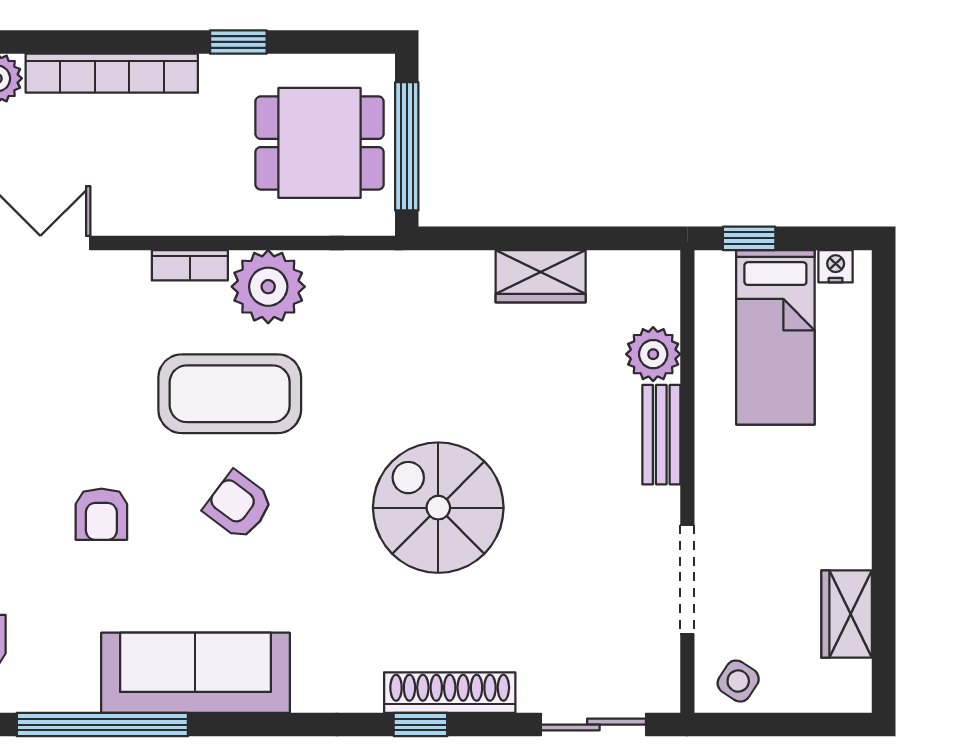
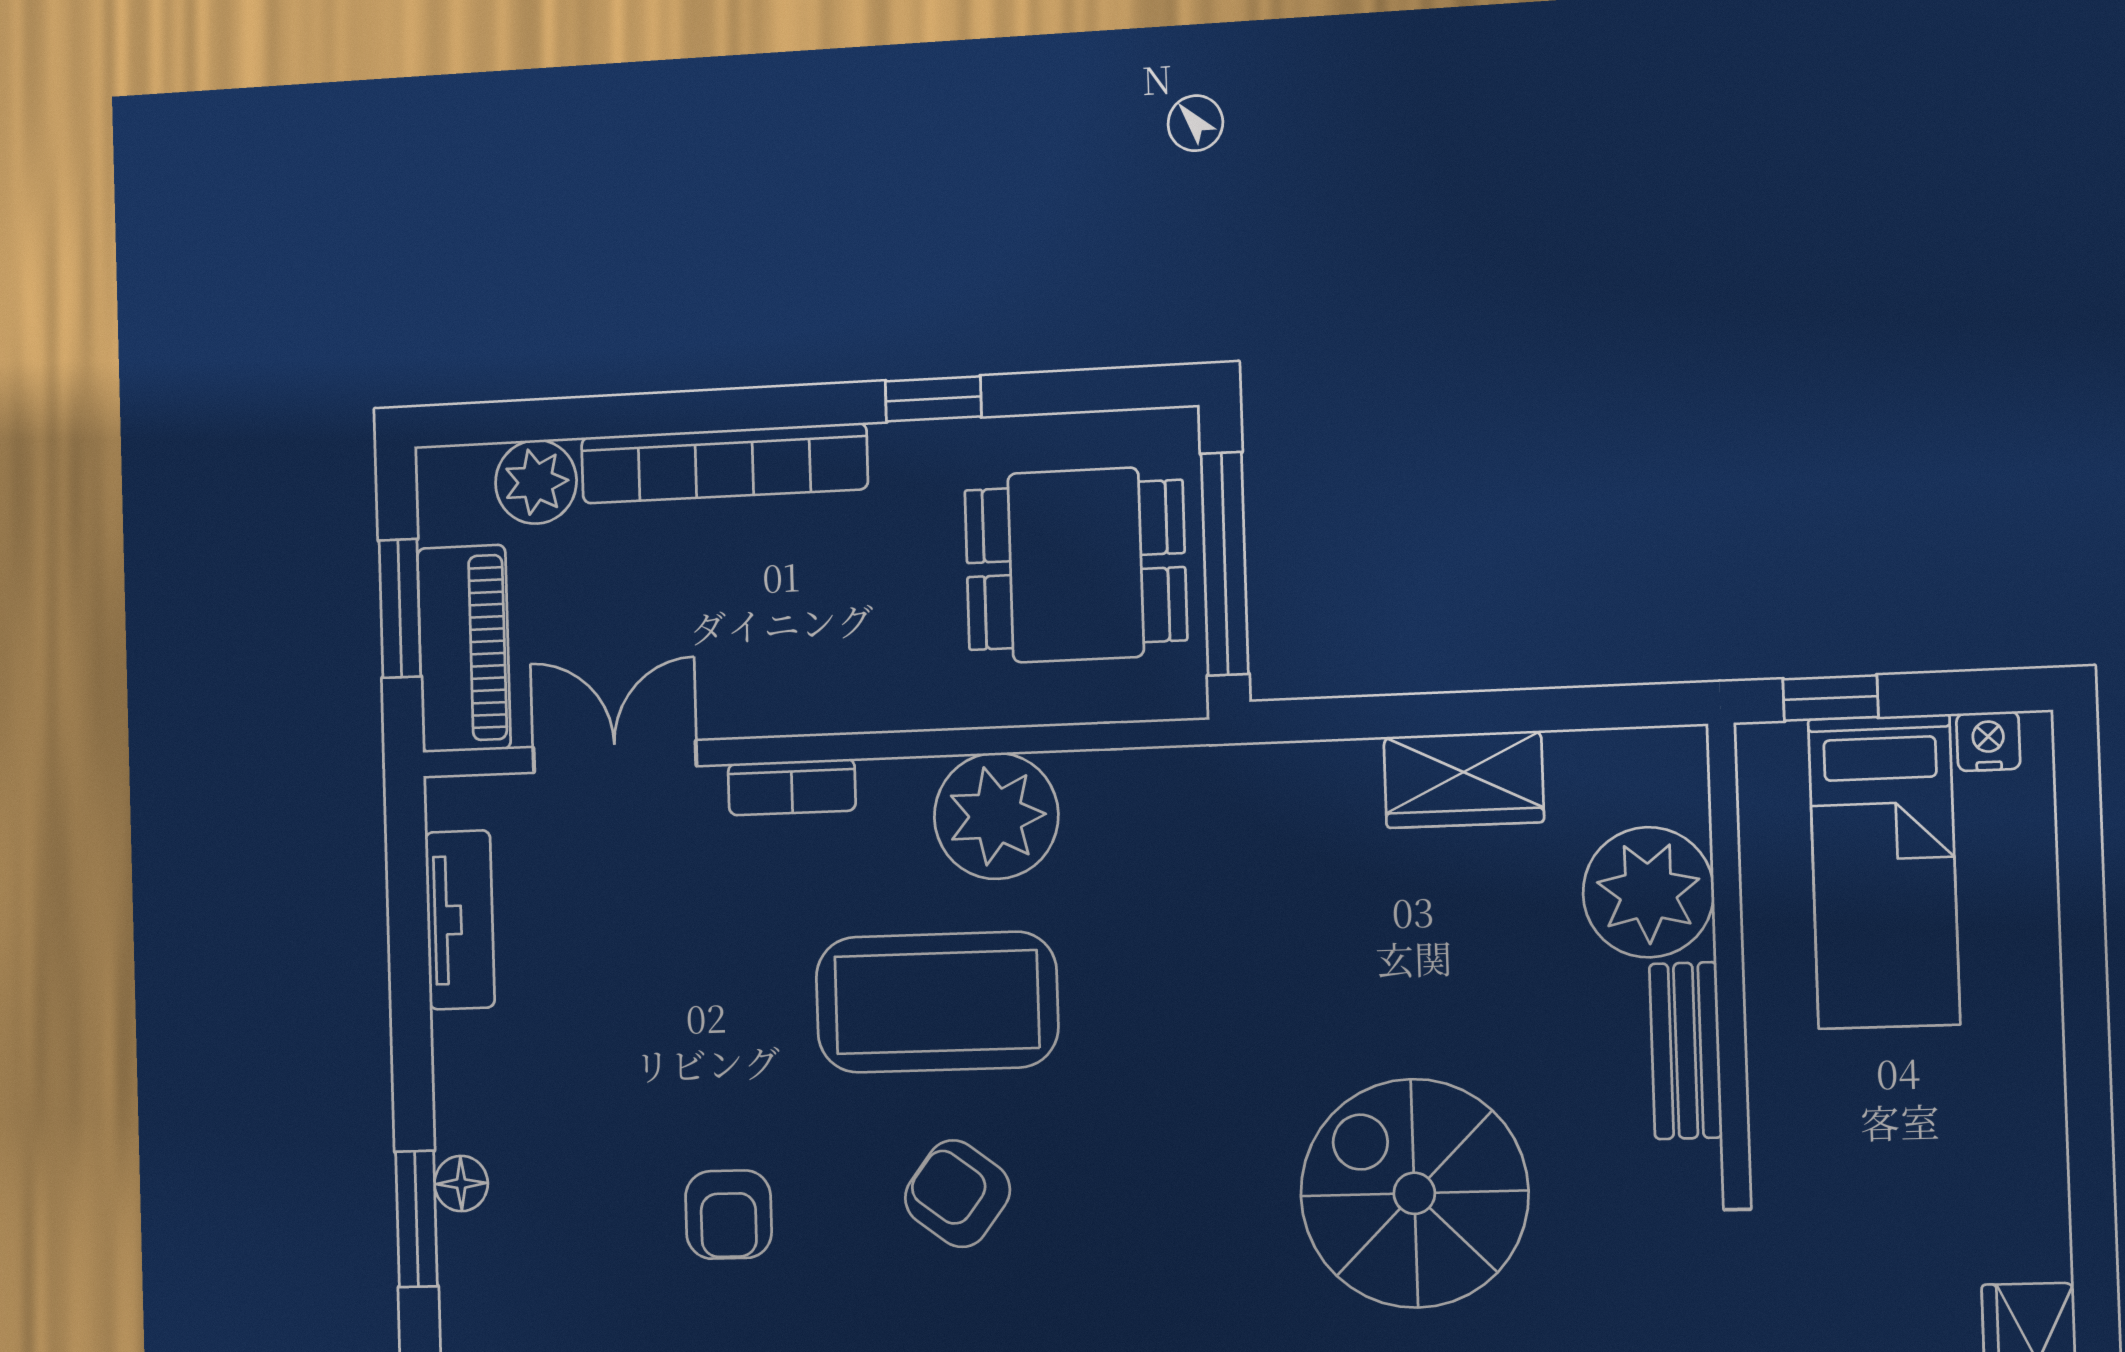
bookcase: (190, 265) -> (792, 787), moved
plant: (653, 354) -> (1648, 892), width x1.36, depth x1.36
spiral stairs: (438, 508) -> (1414, 1193), moved

